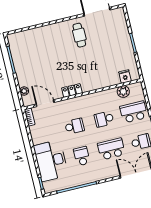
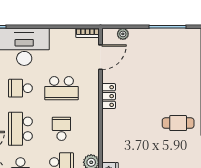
school desk: (74, 126) -> (61, 88), width x1.85
school desk: (111, 149) -> (20, 129), turned 180
school desk: (82, 156) -> (20, 88), turned 180

